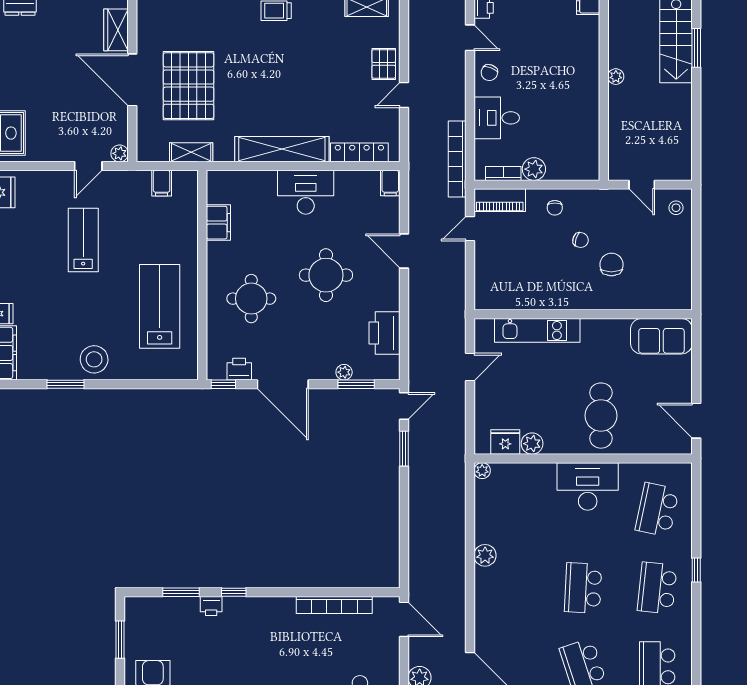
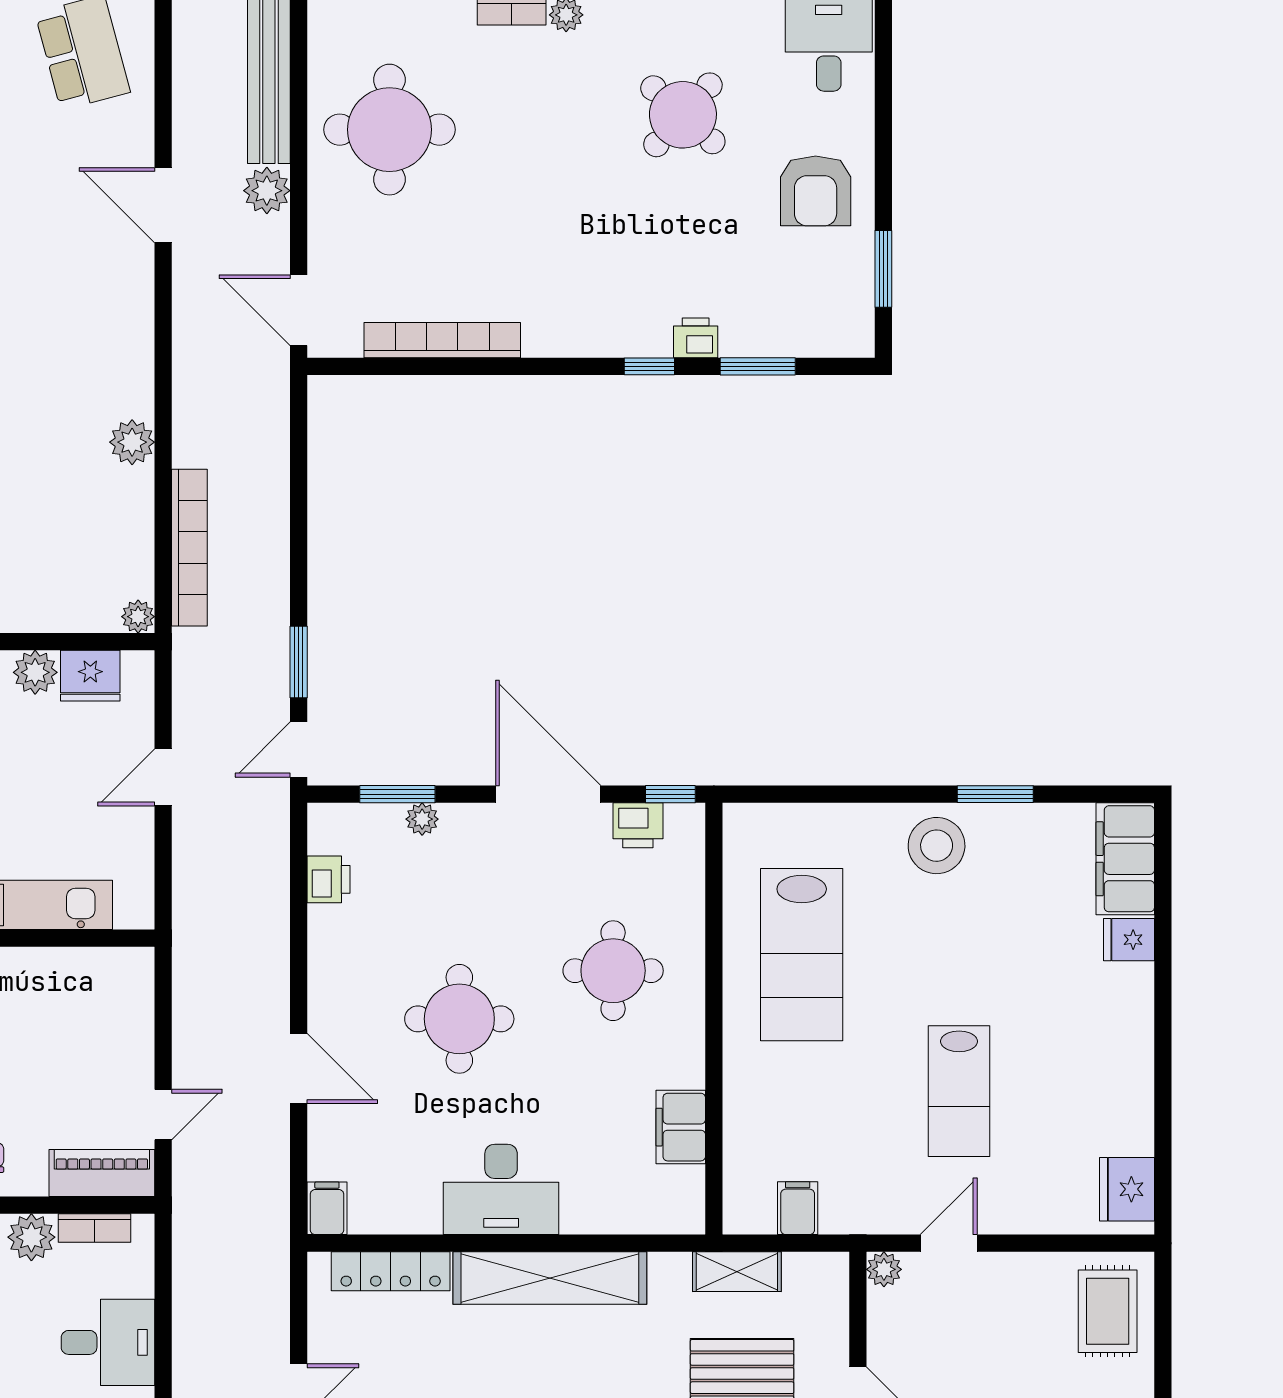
bookcase: (457, 159) -> (189, 548), moved
printer: (385, 333) -> (329, 879), width x0.53, depth x0.68
door: (470, 367) -> (163, 777), moved

